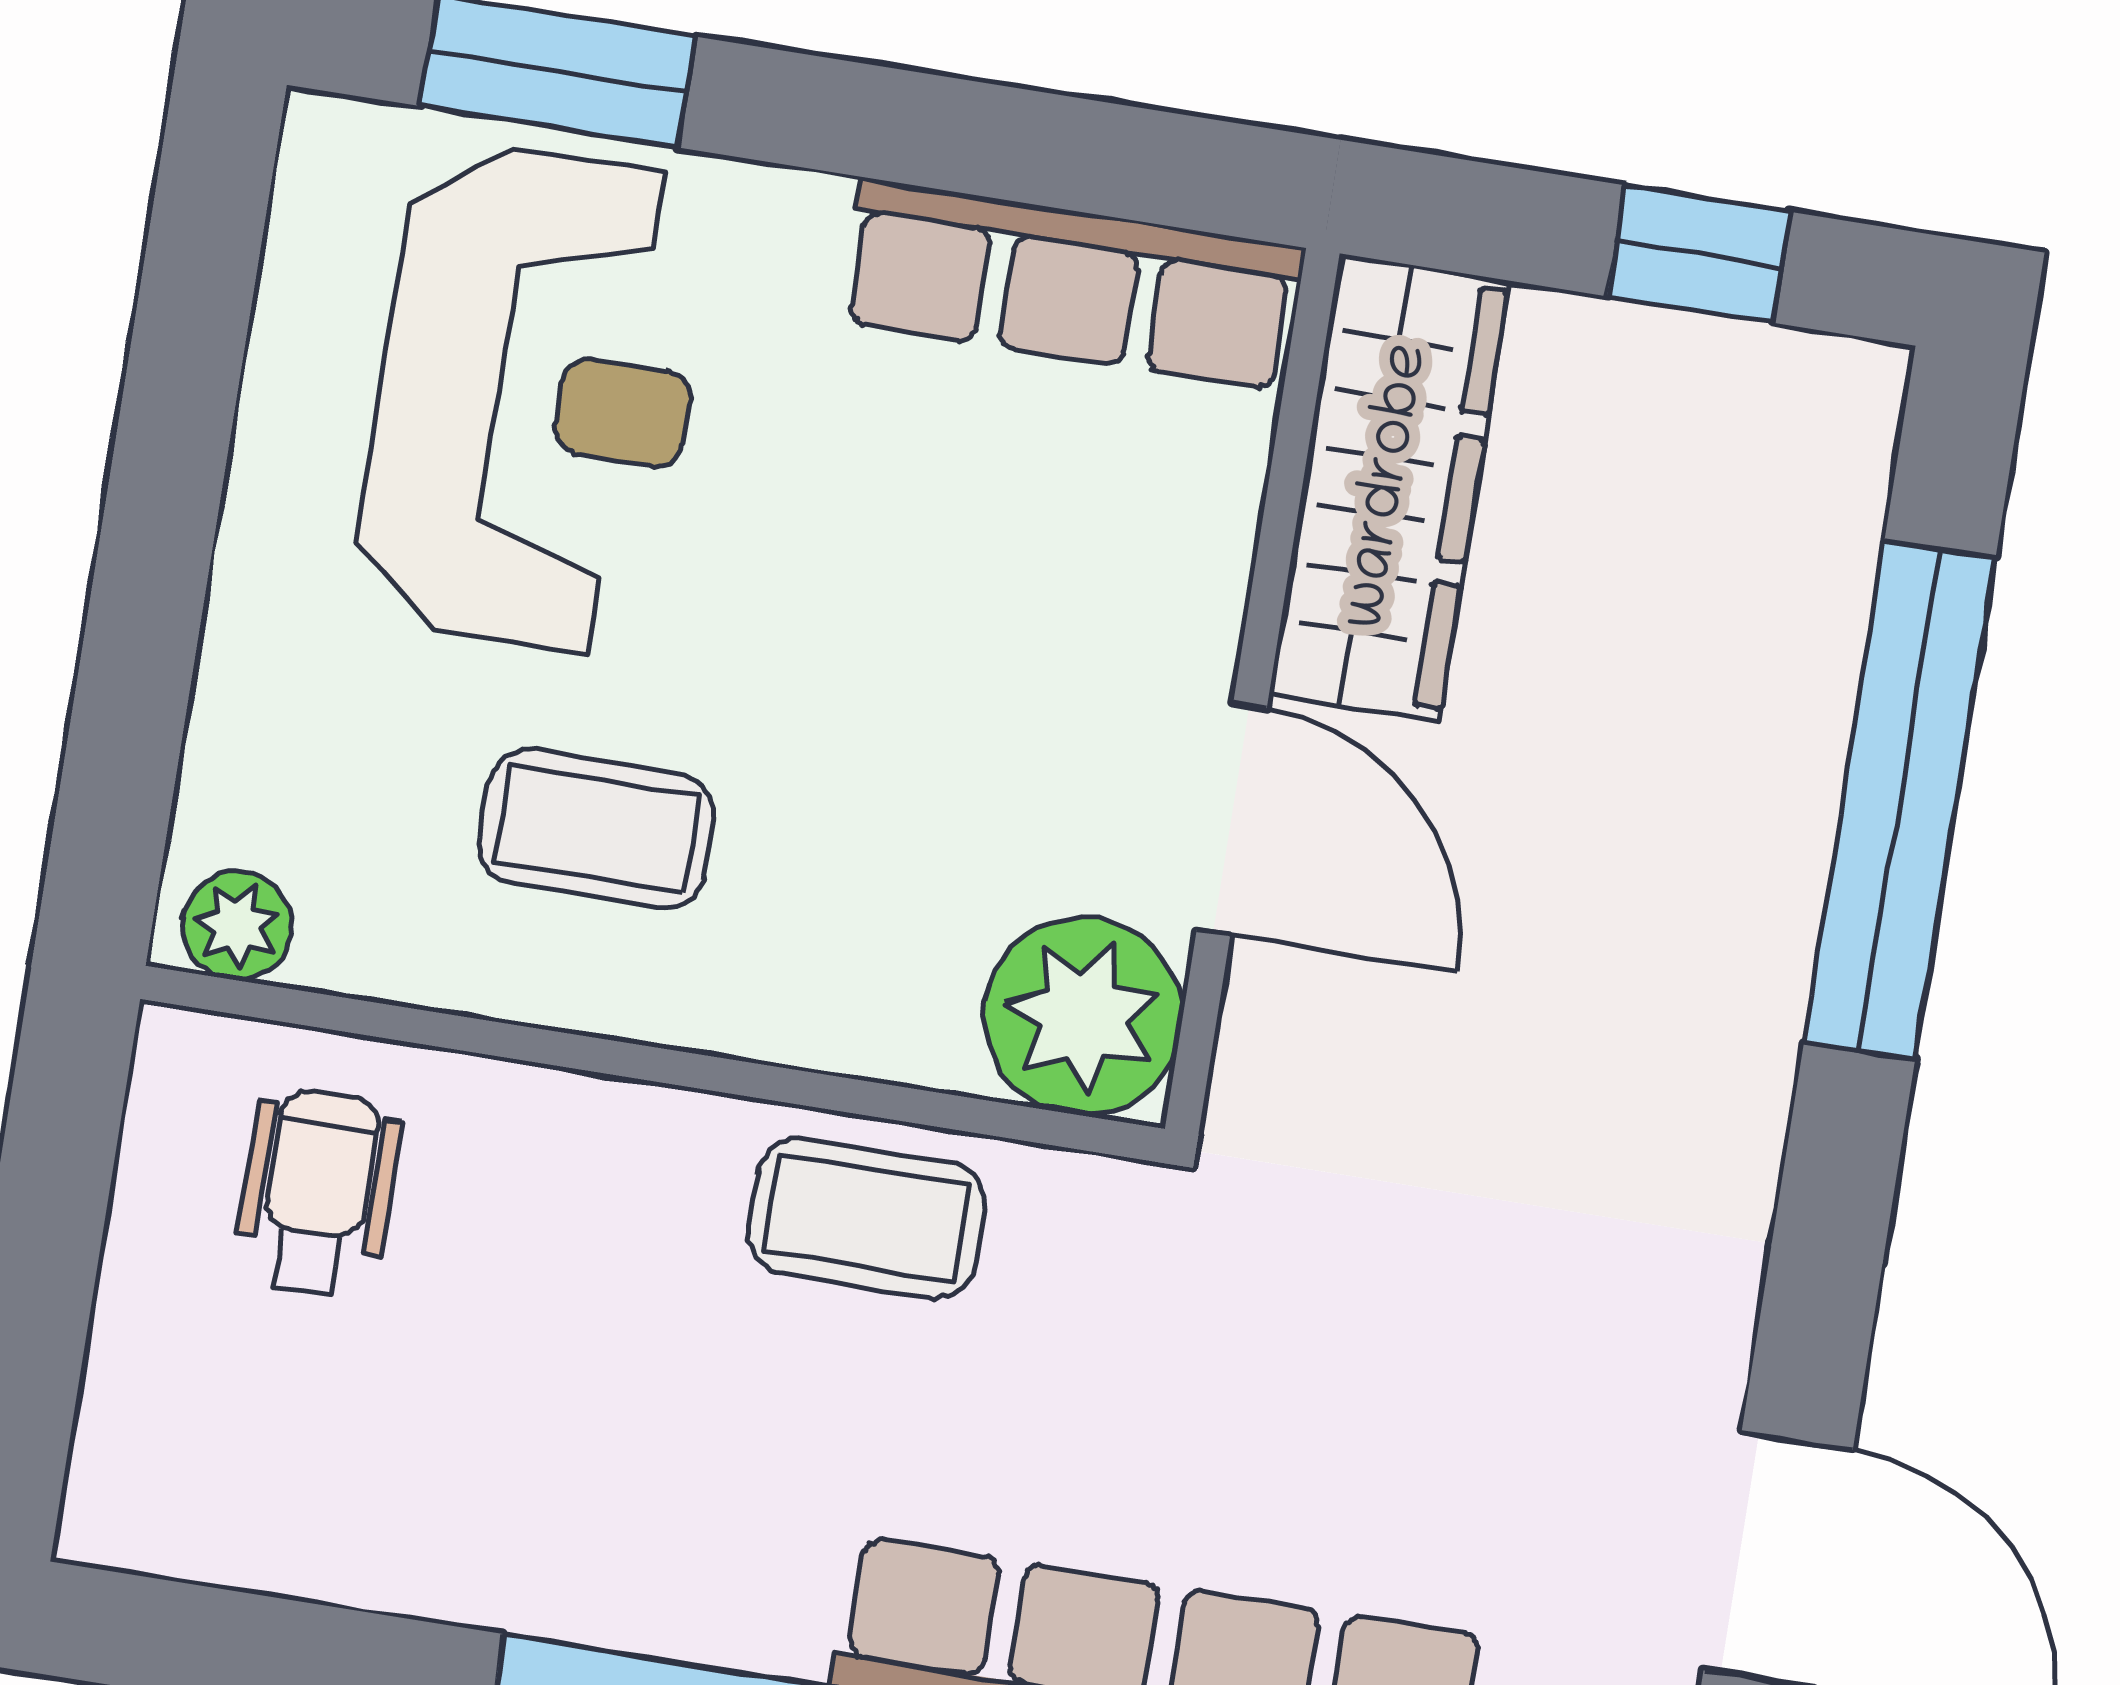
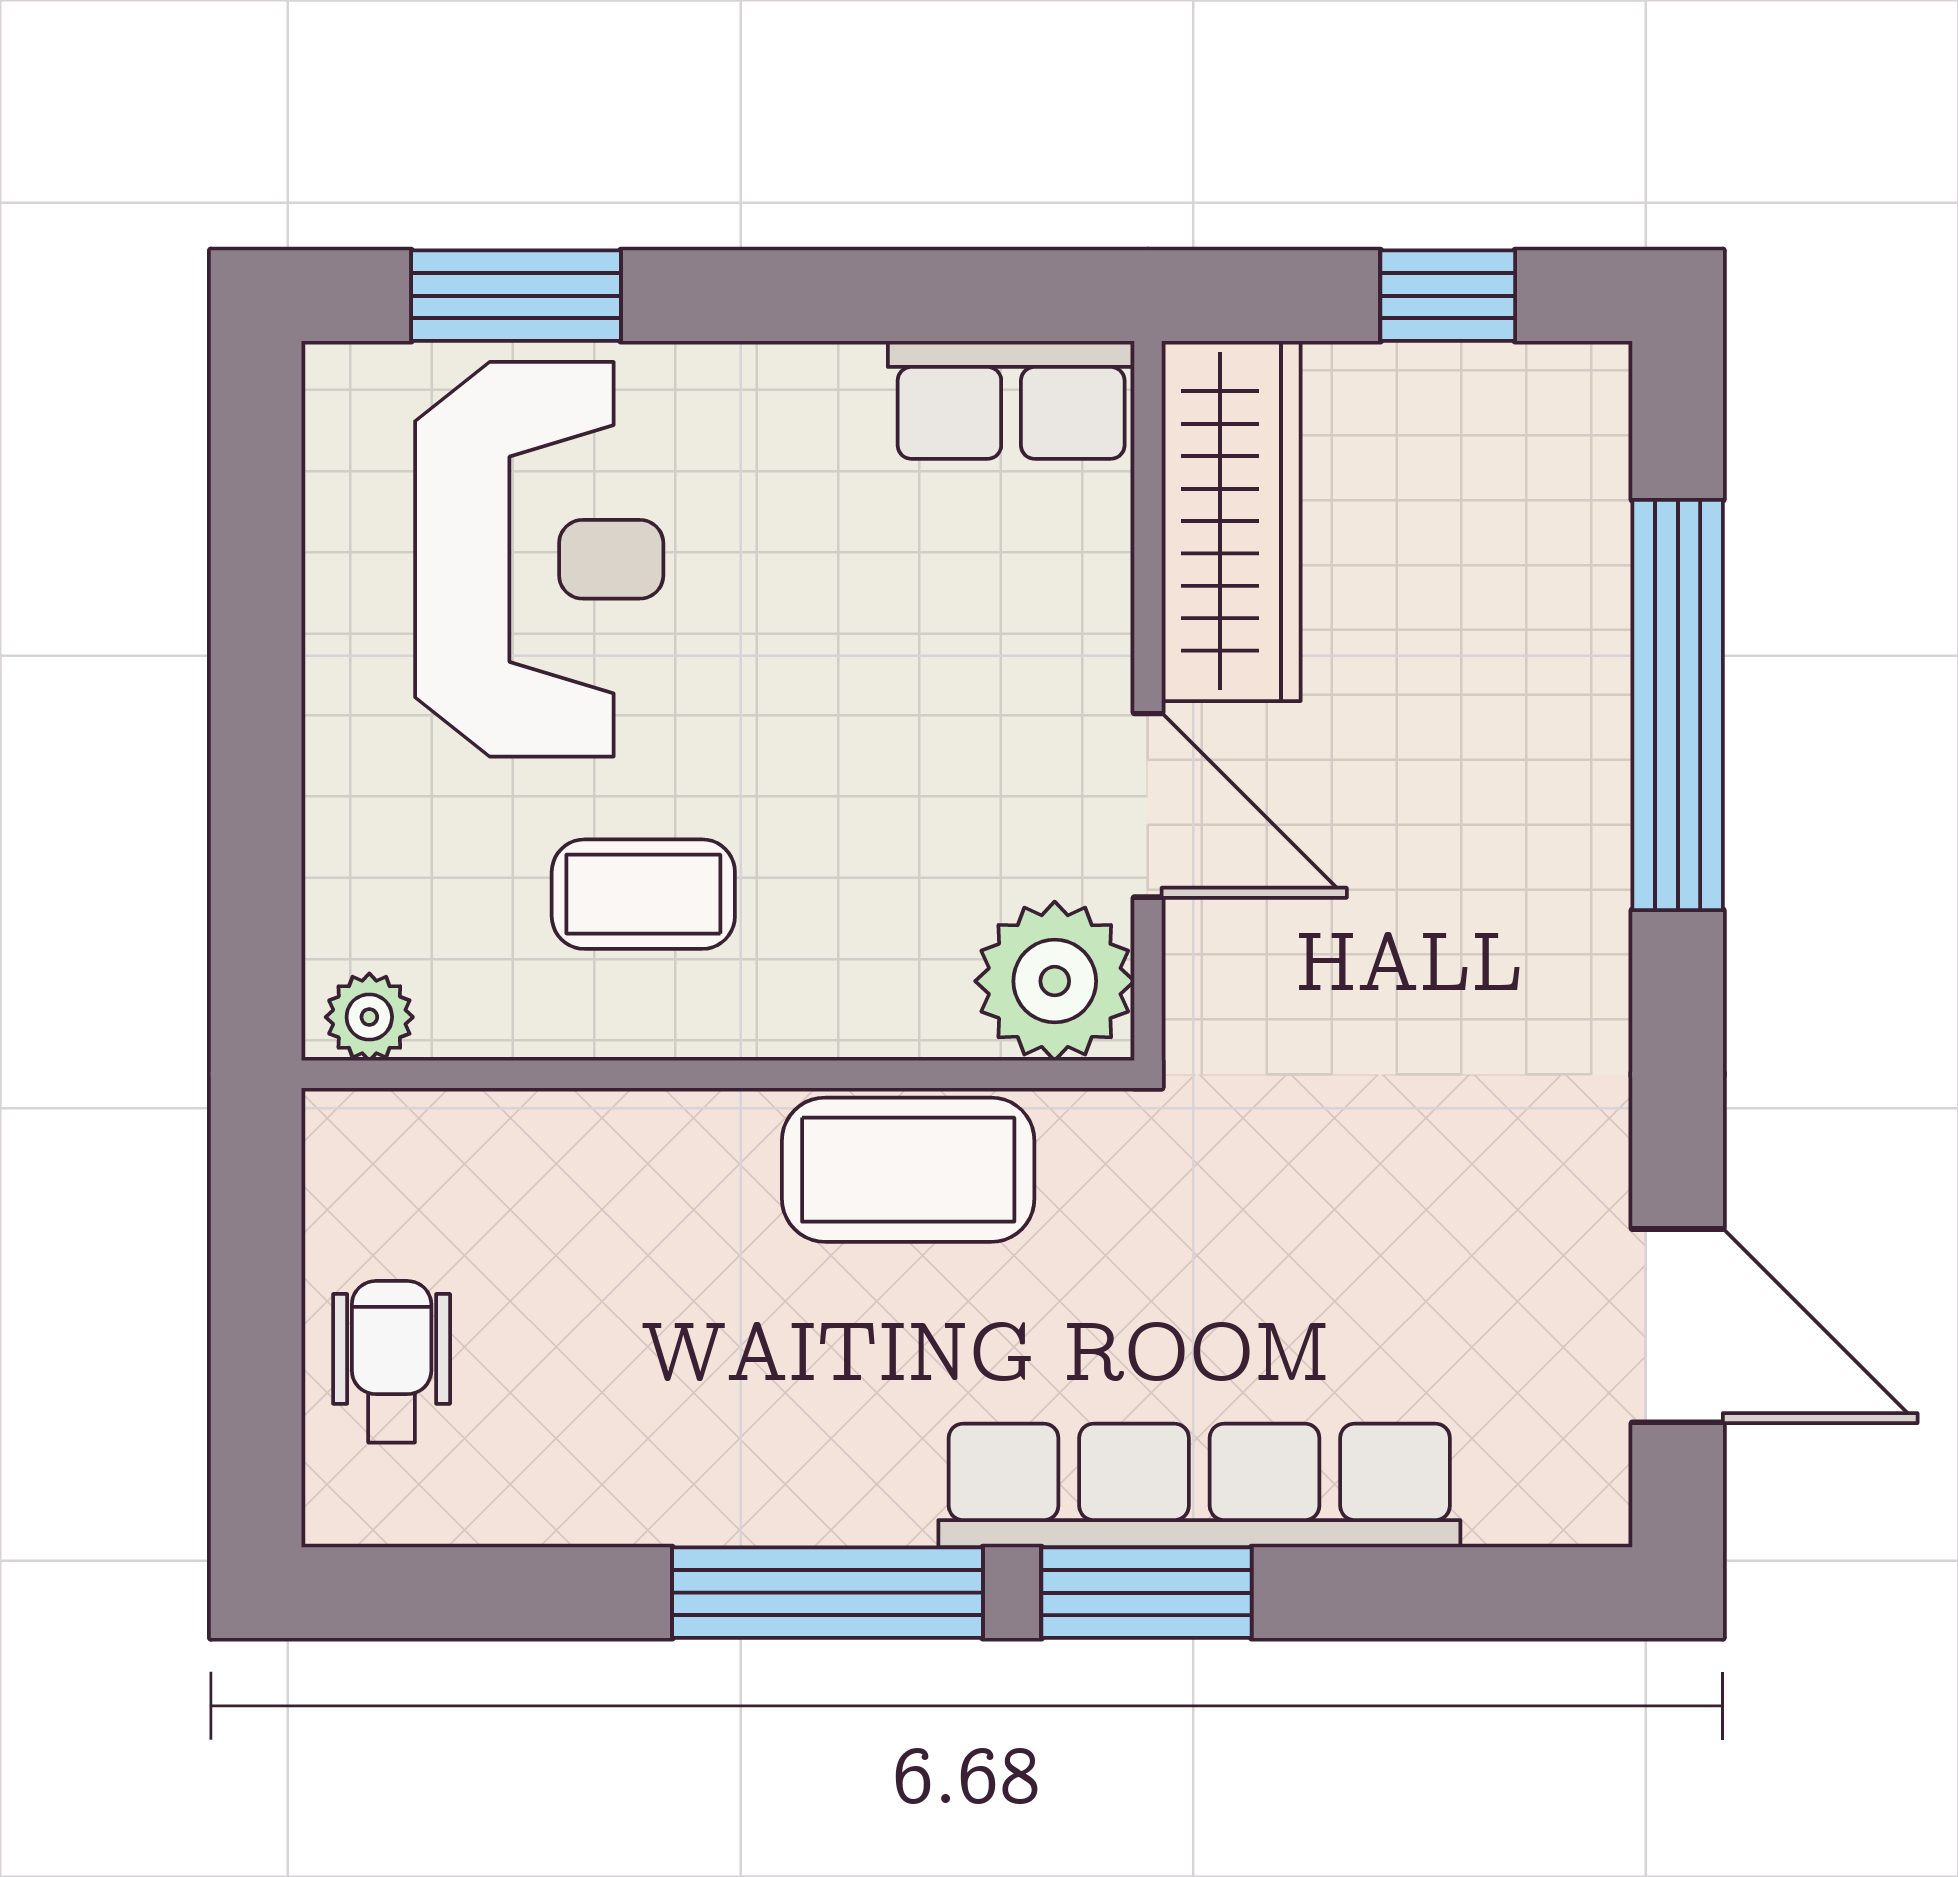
row of seats: (1071, 284) -> (1011, 400), width x0.68
wheelchair: (318, 1193) -> (392, 1362), moved
coffee table: (867, 1218) -> (908, 1170), width x1.36, depth x1.30

